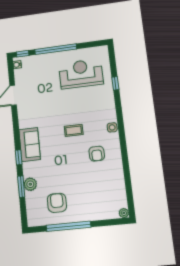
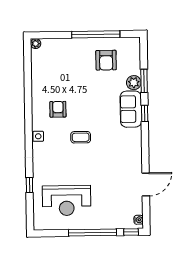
sofa: (30, 145) -> (131, 109), moved

